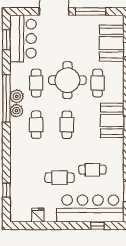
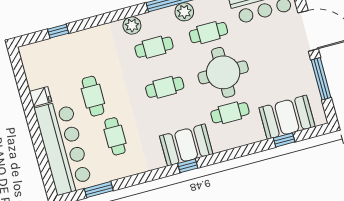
plant: (16, 111) -> (132, 25), moved
fridge: (38, 215) -> (41, 97), moved
window: (97, 226) -> (43, 163), removed

